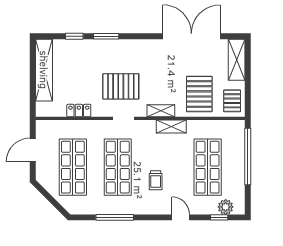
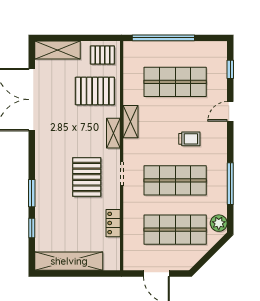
plant: (226, 207) -> (219, 223), moved

